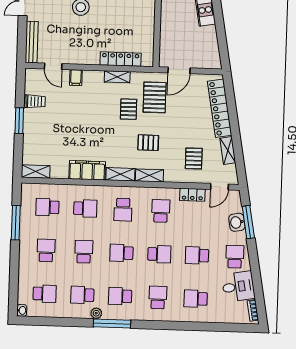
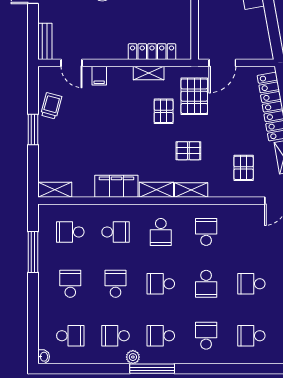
bench: (32, 42) -> (45, 41), width x0.73
trolley: (35, 101) -> (51, 106), turned -75
locker: (192, 195) -> (243, 211), removed
school desk: (159, 254) -> (206, 284), turned 90

